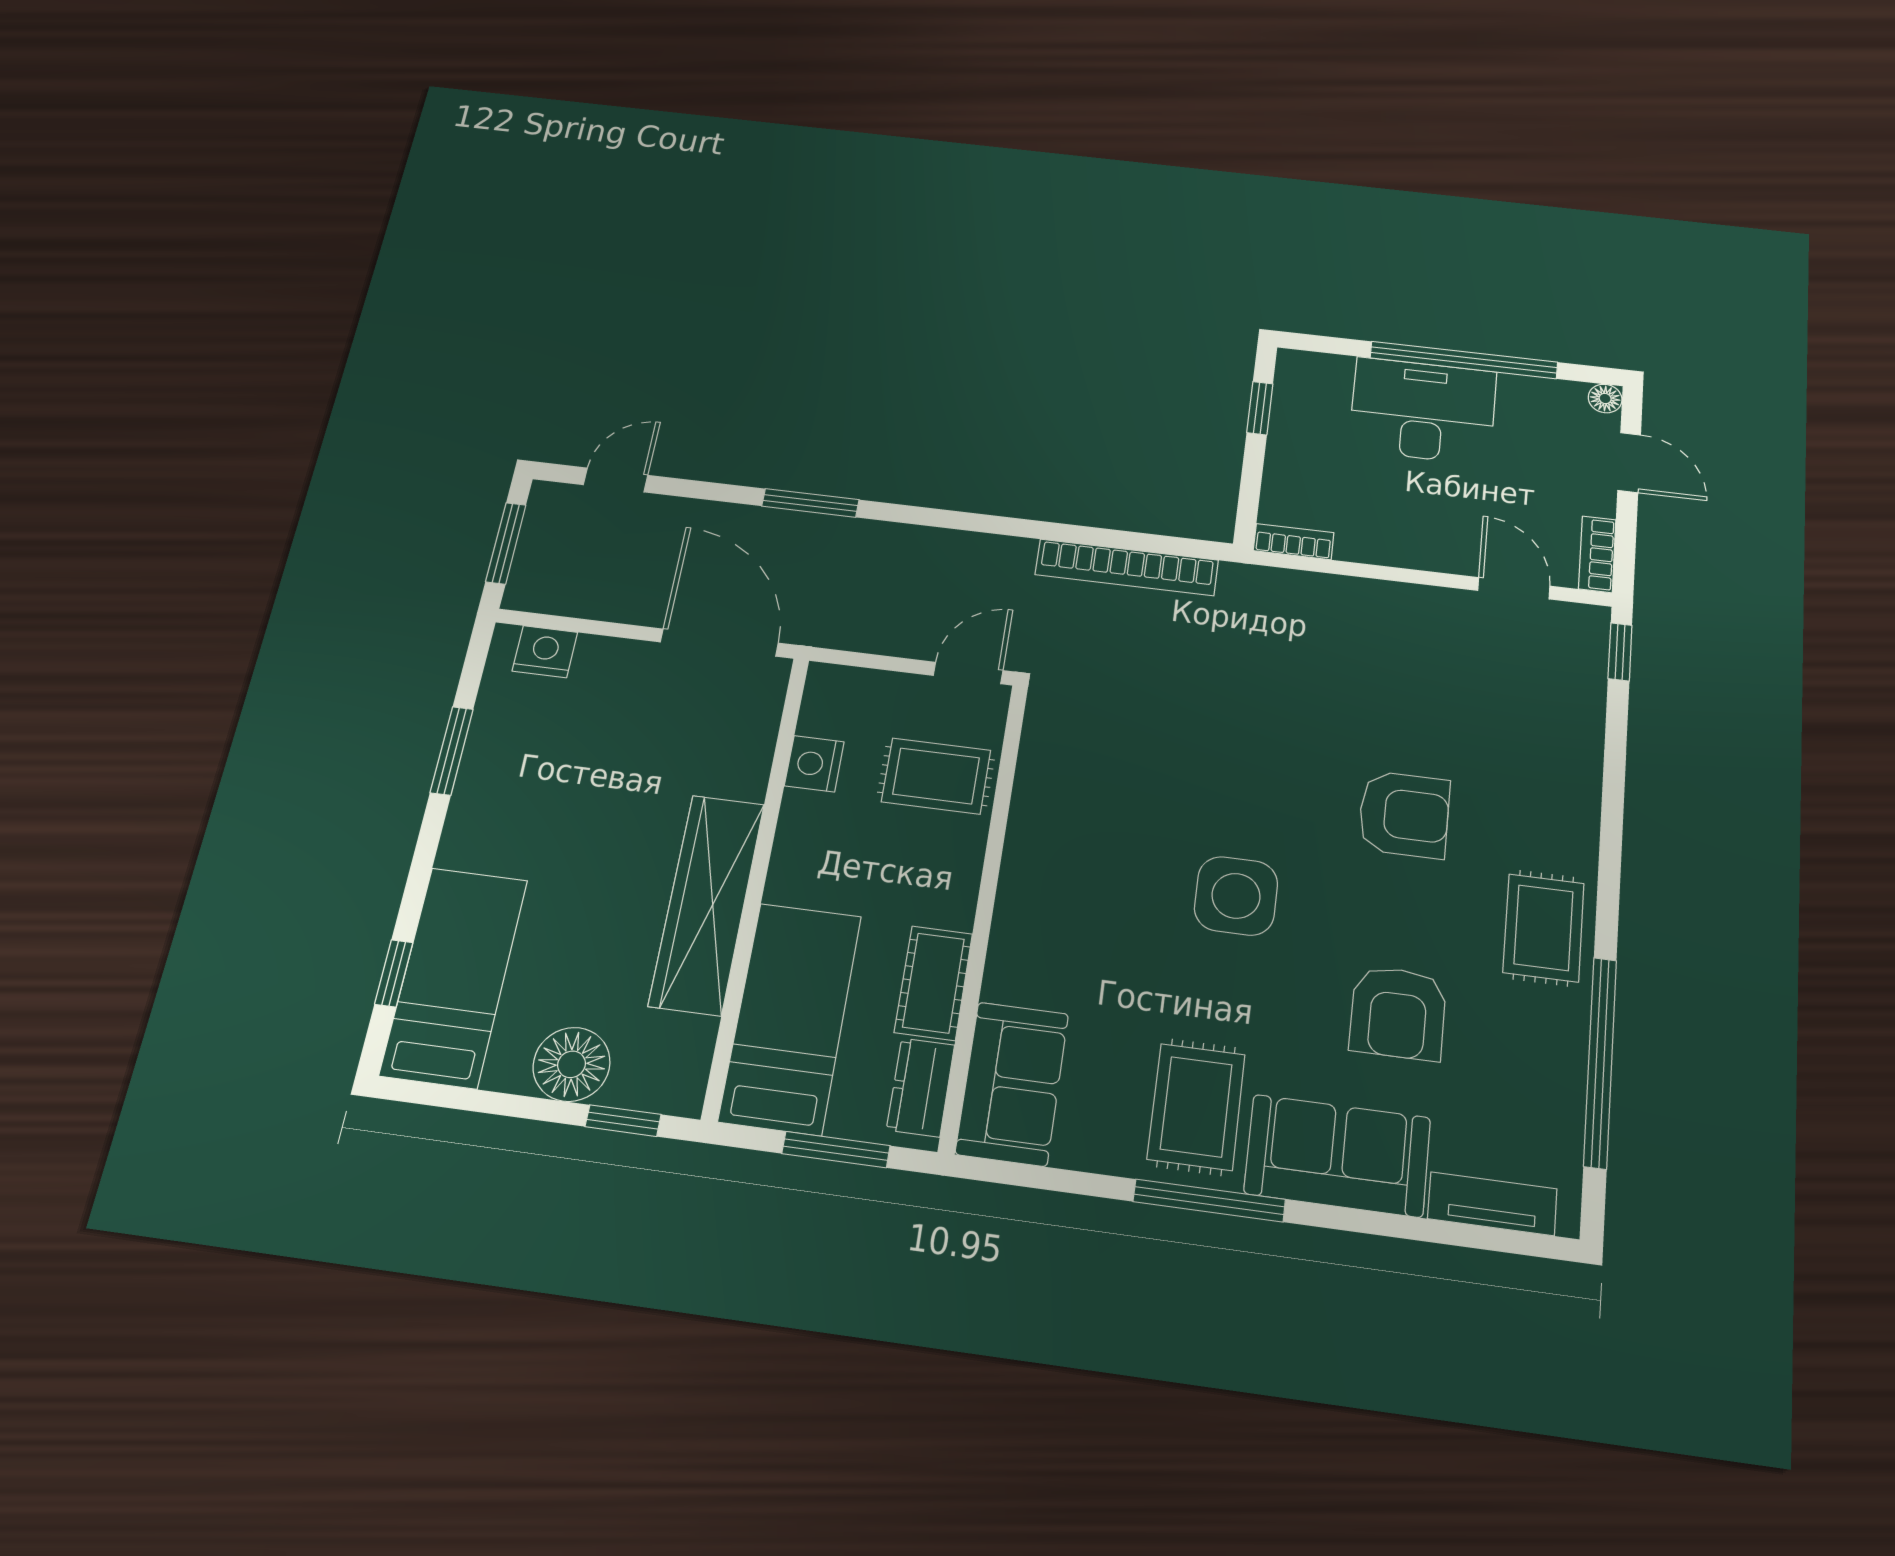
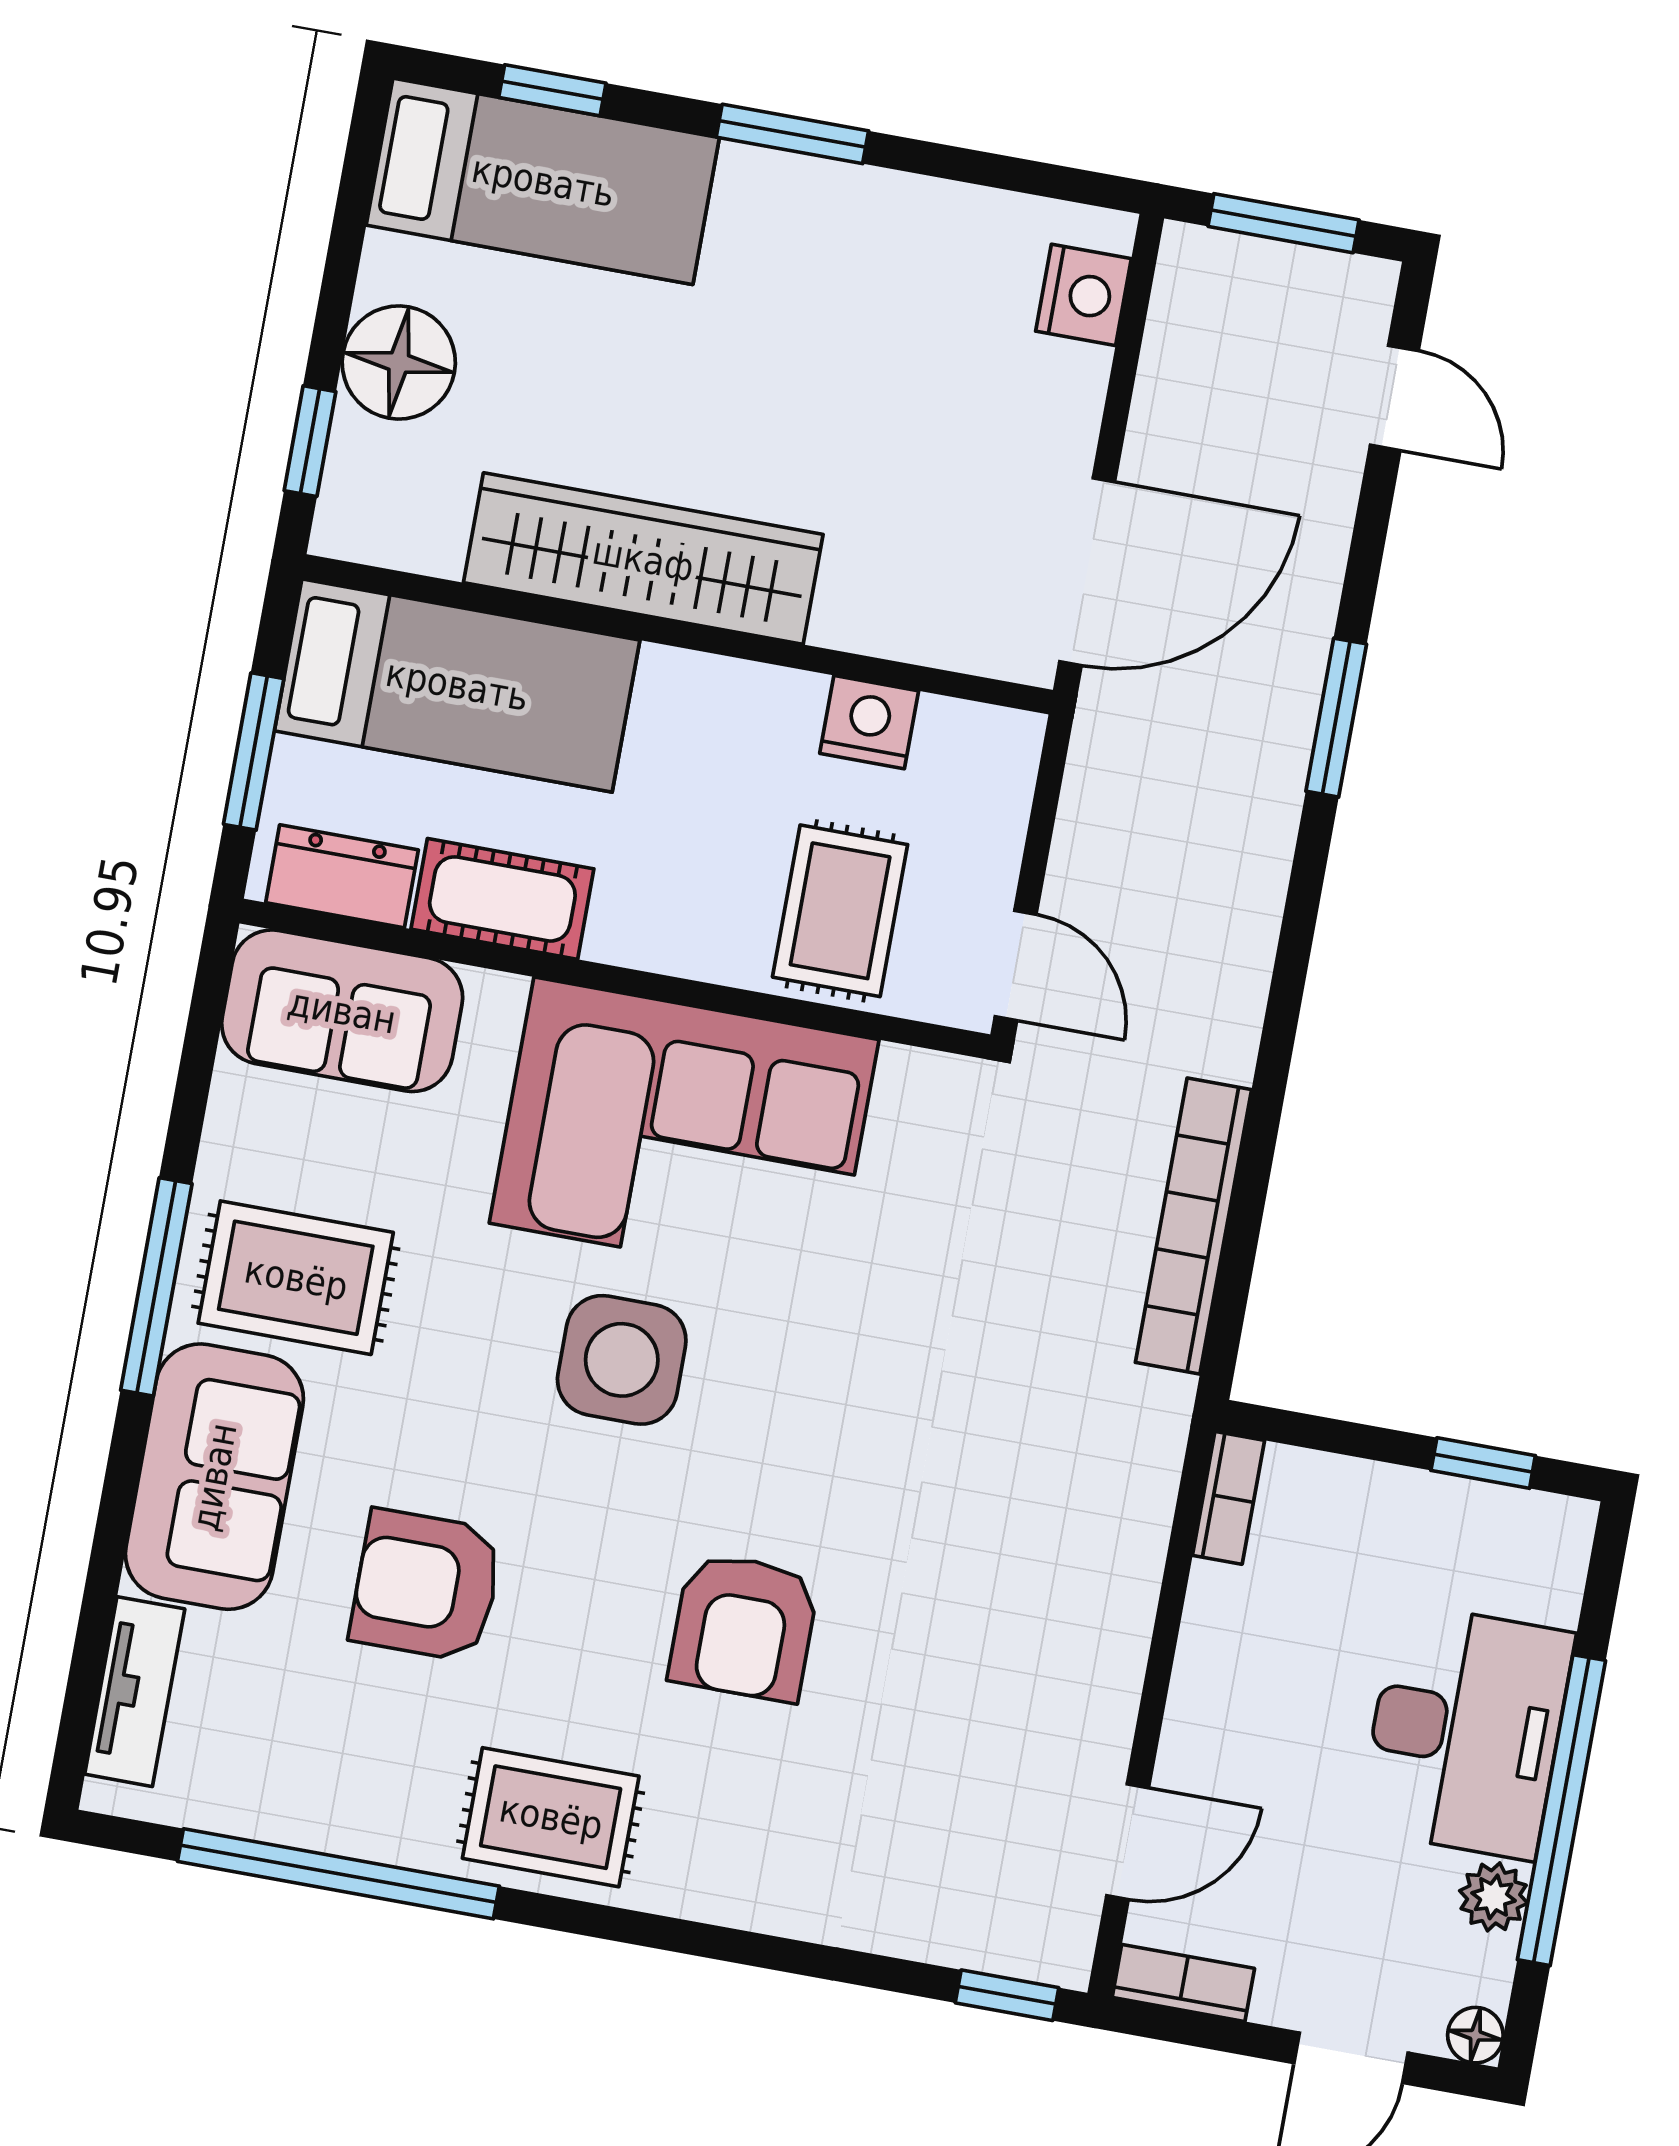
plant: (1520, 392) -> (1494, 1897), added
window: (452, 751) -> (792, 134), moved
corner sofa: (1083, 864) -> (684, 1131), added

